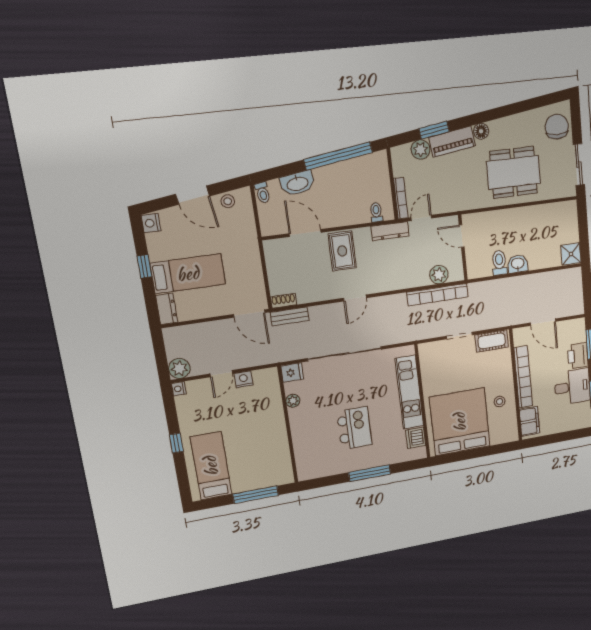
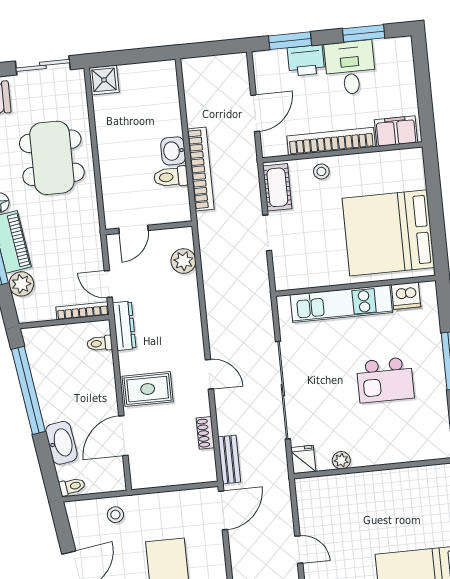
stool: (228, 201) -> (115, 515), moved
shower: (571, 254) -> (104, 80), moved
bookcase: (437, 295) -> (201, 169), moved
shoe rack: (283, 301) -> (205, 433), moved
nightstand: (244, 379) -> (308, 522), removed
stool: (500, 402) -> (321, 171), moved
kitchen island: (354, 428) -> (385, 380), turned 180

